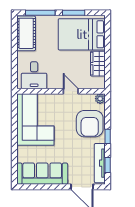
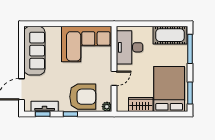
window: (74, 13) -> (190, 93), moved
desk: (34, 75) -> (130, 47), width x1.37
armchair: (90, 124) -> (83, 97), turned 180
tv unit: (100, 163) -> (45, 106), width x0.71

